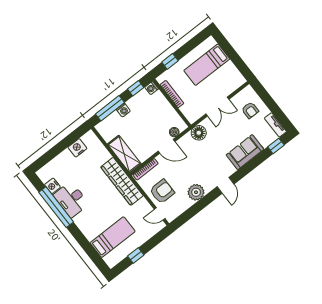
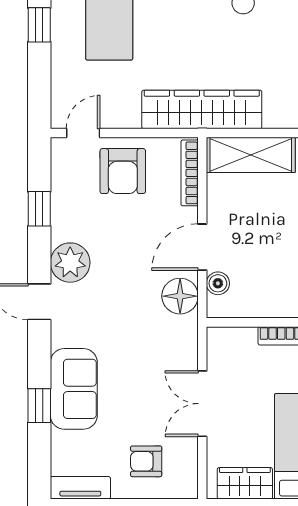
wardrobe: (232, 73) -> (245, 483), added
floor lamp: (199, 133) -> (180, 296), moved
window: (276, 146) -> (39, 406), moved
plant: (196, 192) -> (70, 263), moved
window: (195, 209) -> (39, 209), added

